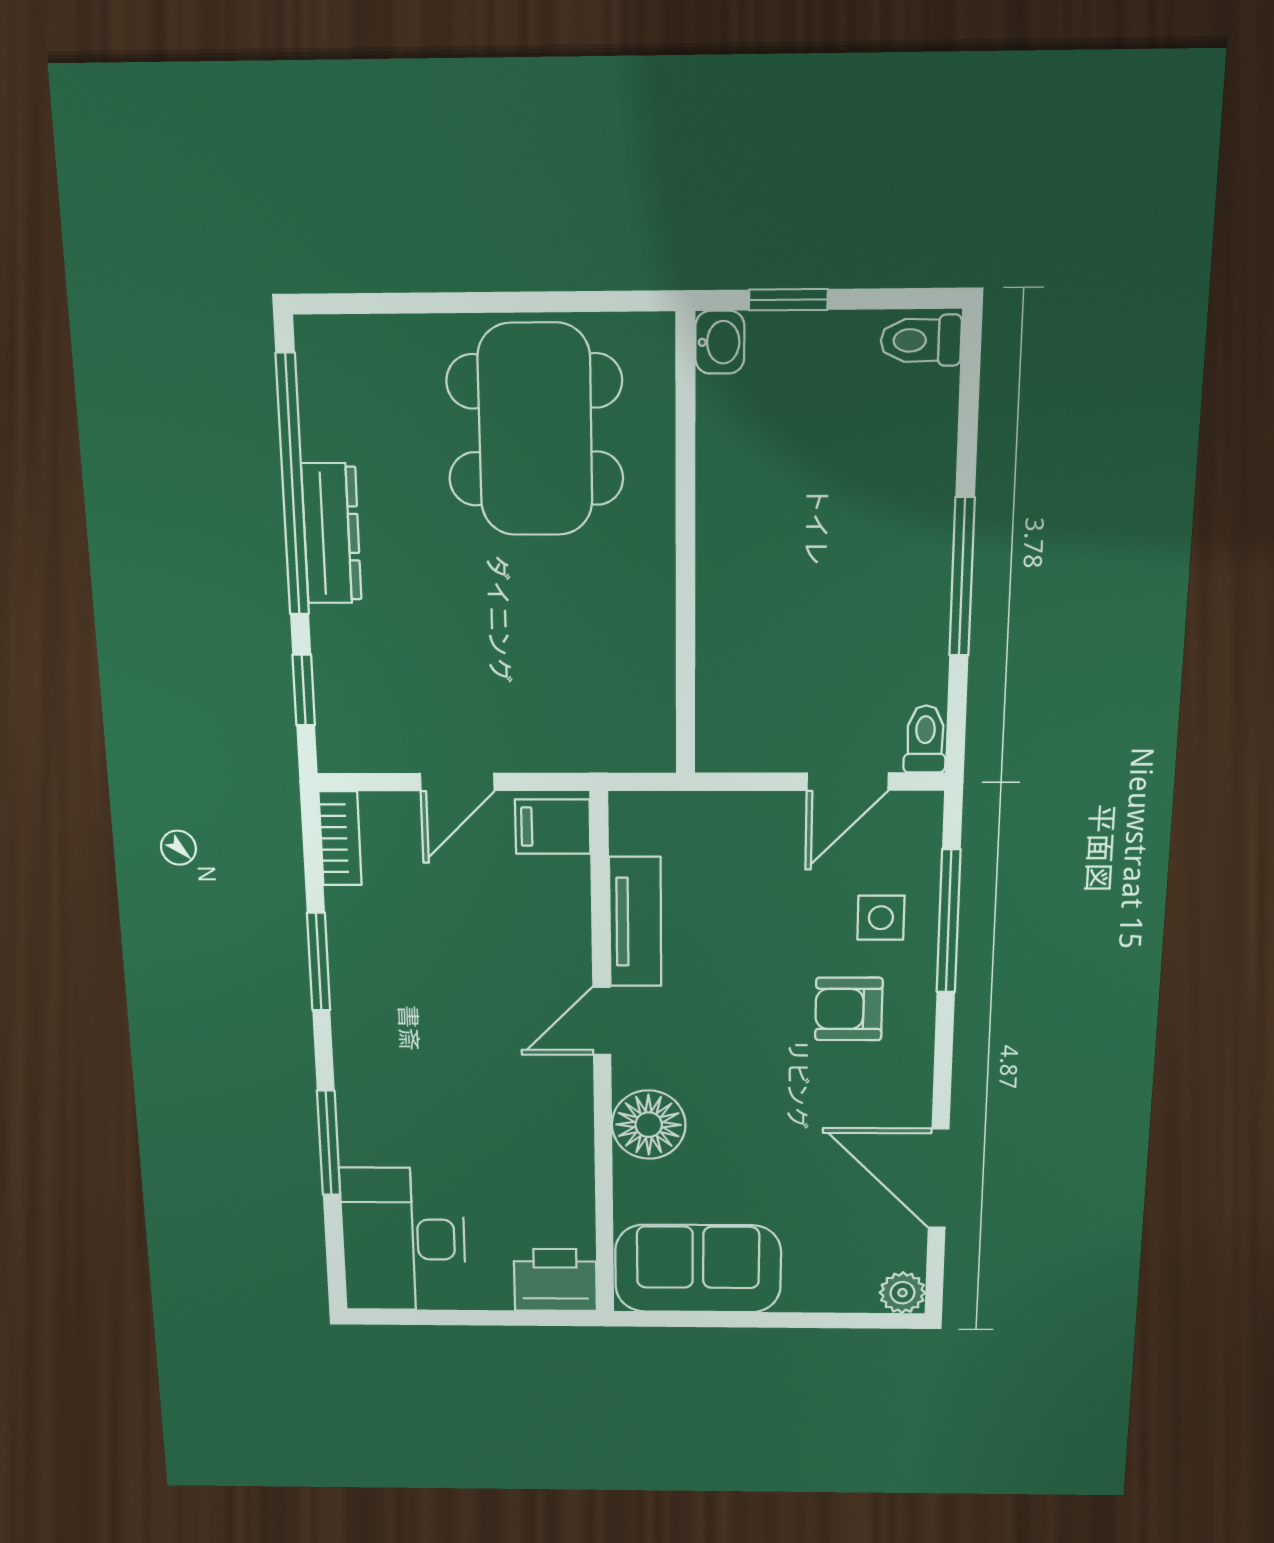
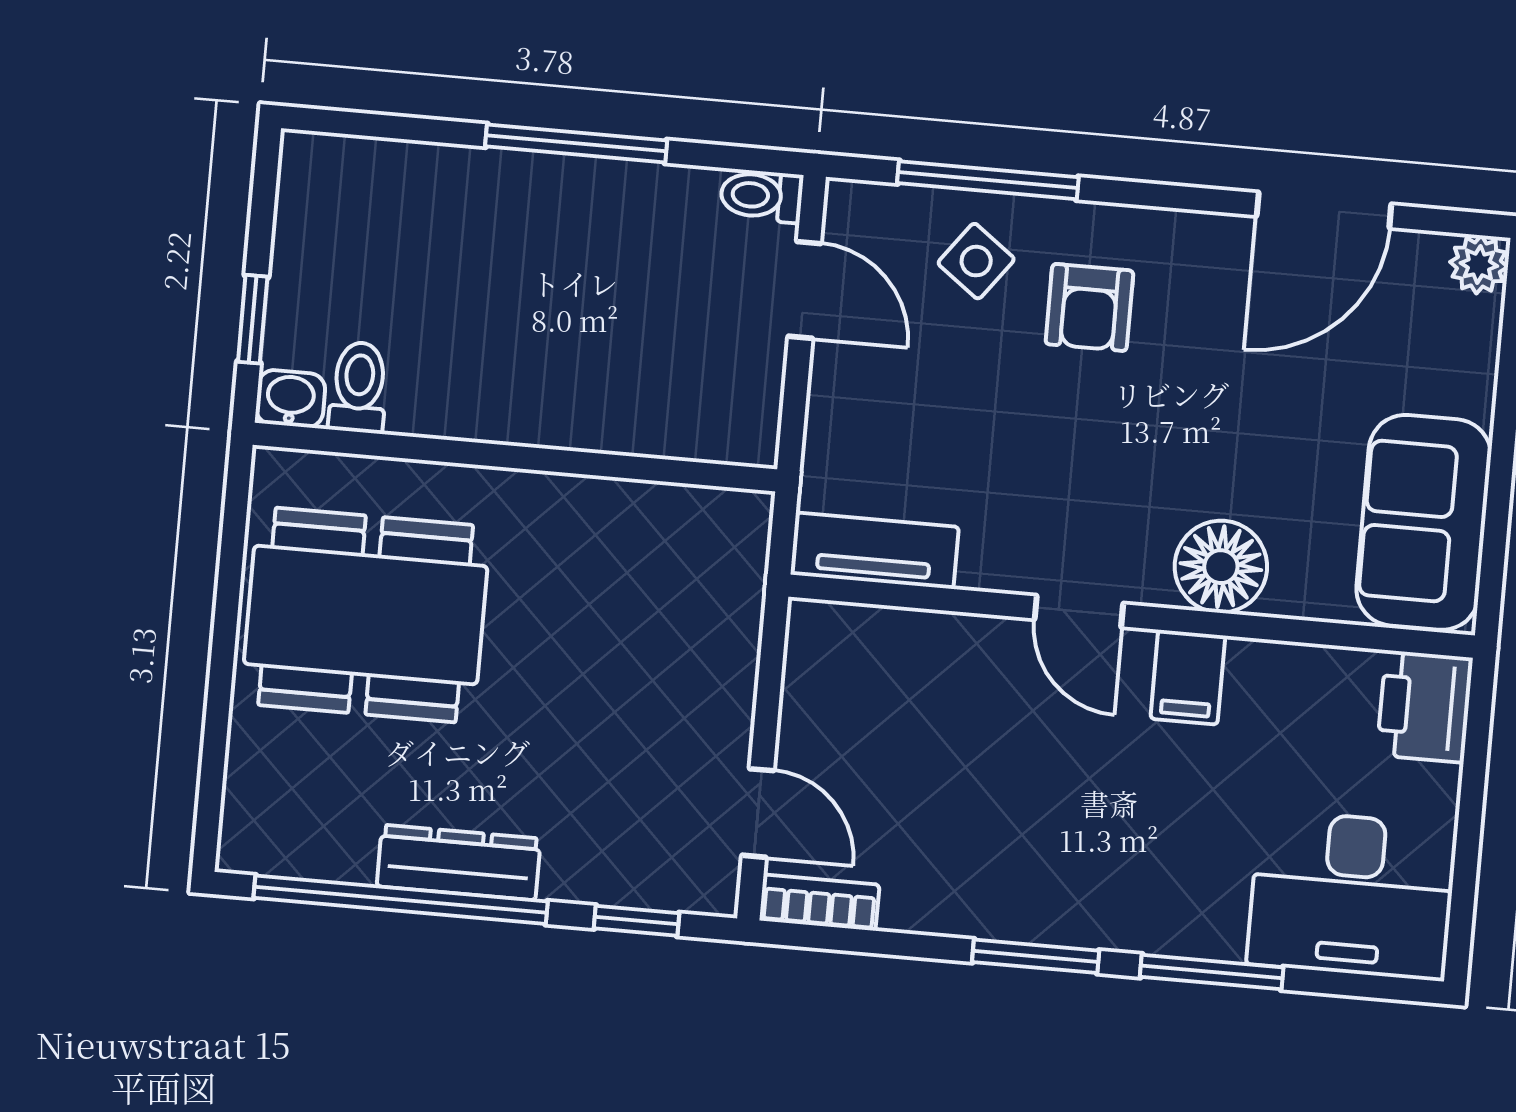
toilet: (921, 340) -> (359, 387), moved, turned 180
door: (457, 782) -> (758, 813), moved
filing cabinet: (553, 827) -> (1188, 677), moved
side table: (881, 918) -> (976, 261), turned 37
tv unit: (635, 922) -> (875, 551), moved
window: (319, 962) -> (1036, 956), moved

